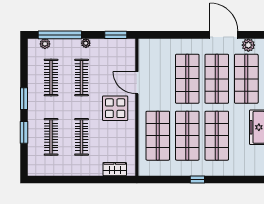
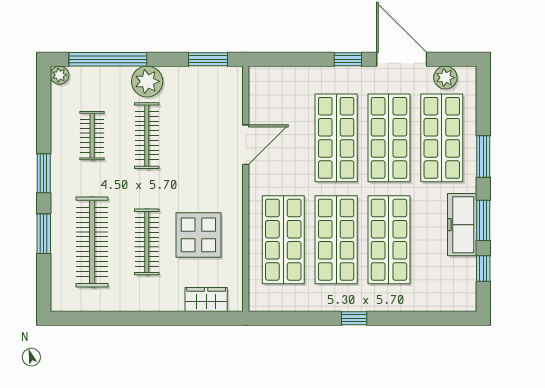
window: (194, 35) -> (348, 59), added
plant: (86, 43) -> (147, 81), width x1.87, depth x1.87
plant: (45, 44) -> (60, 75), moved
clothes rail: (51, 78) -> (92, 136), width x0.73
door: (137, 83) -> (246, 145), swing flipped
display table: (115, 108) -> (198, 235), moved
clothes rail: (51, 137) -> (92, 242), width x1.37, depth x1.31

